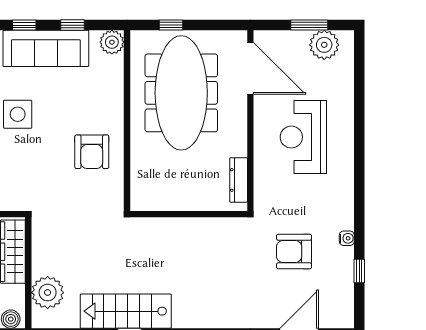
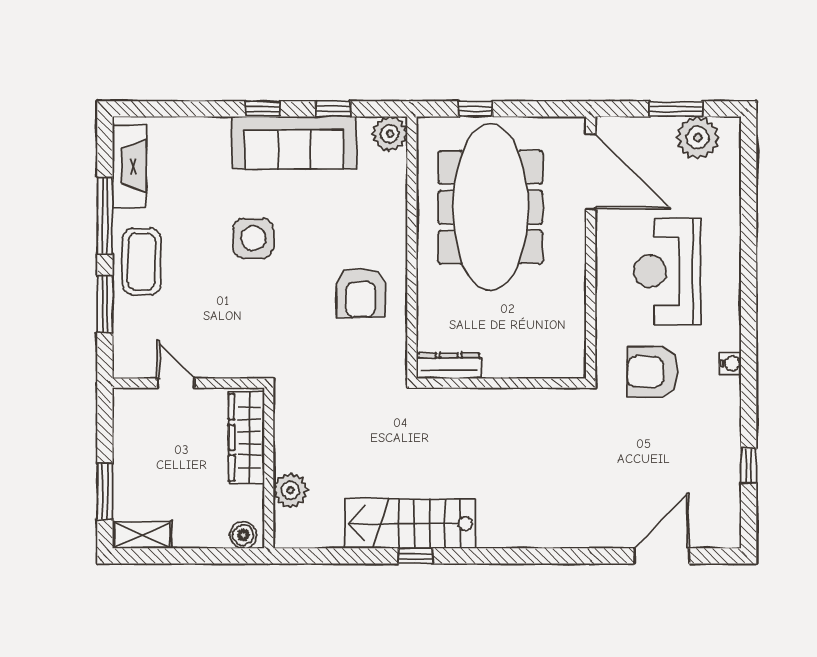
dresser: (239, 180) -> (449, 366), moved, turned 90
water cooler: (347, 238) -> (730, 363), moved
armchair: (294, 252) -> (652, 372), moved
plant: (48, 293) -> (290, 490), width x0.73, depth x0.73

